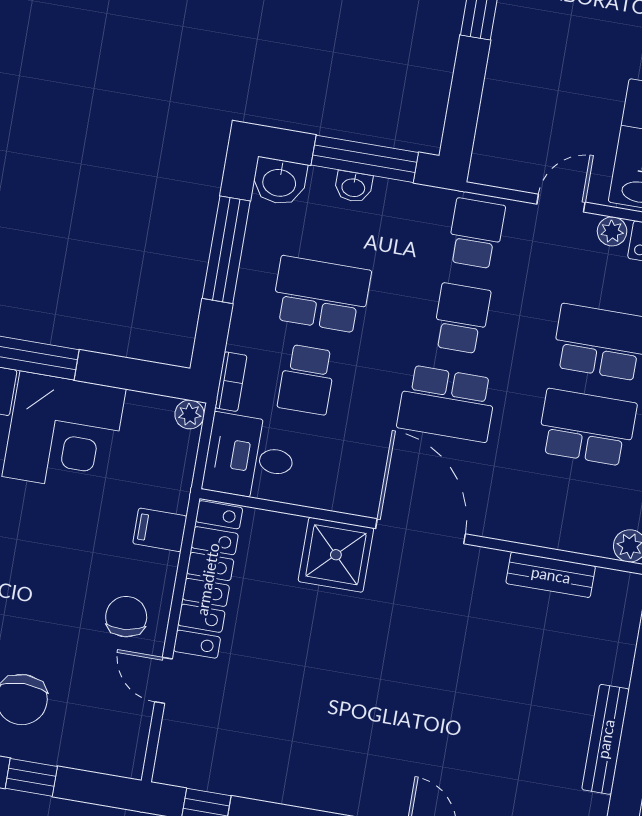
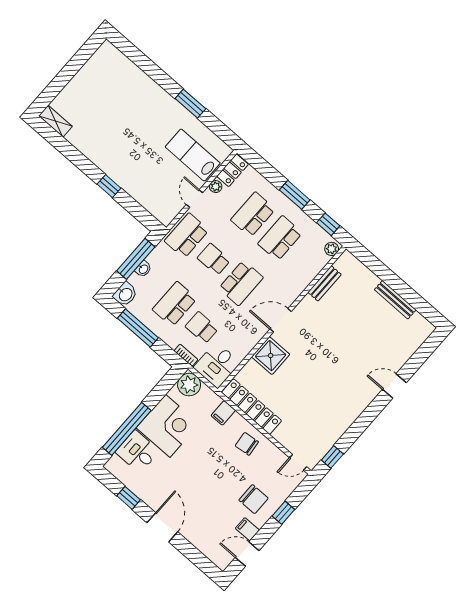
school desk: (476, 233) -> (187, 235), width x1.85
school desk: (307, 380) -> (202, 328), turned 180
plant: (190, 414) -> (189, 385), width x1.88, depth x1.88
door: (421, 531) -> (281, 320), width x0.73
door: (164, 680) -> (298, 462), moved

